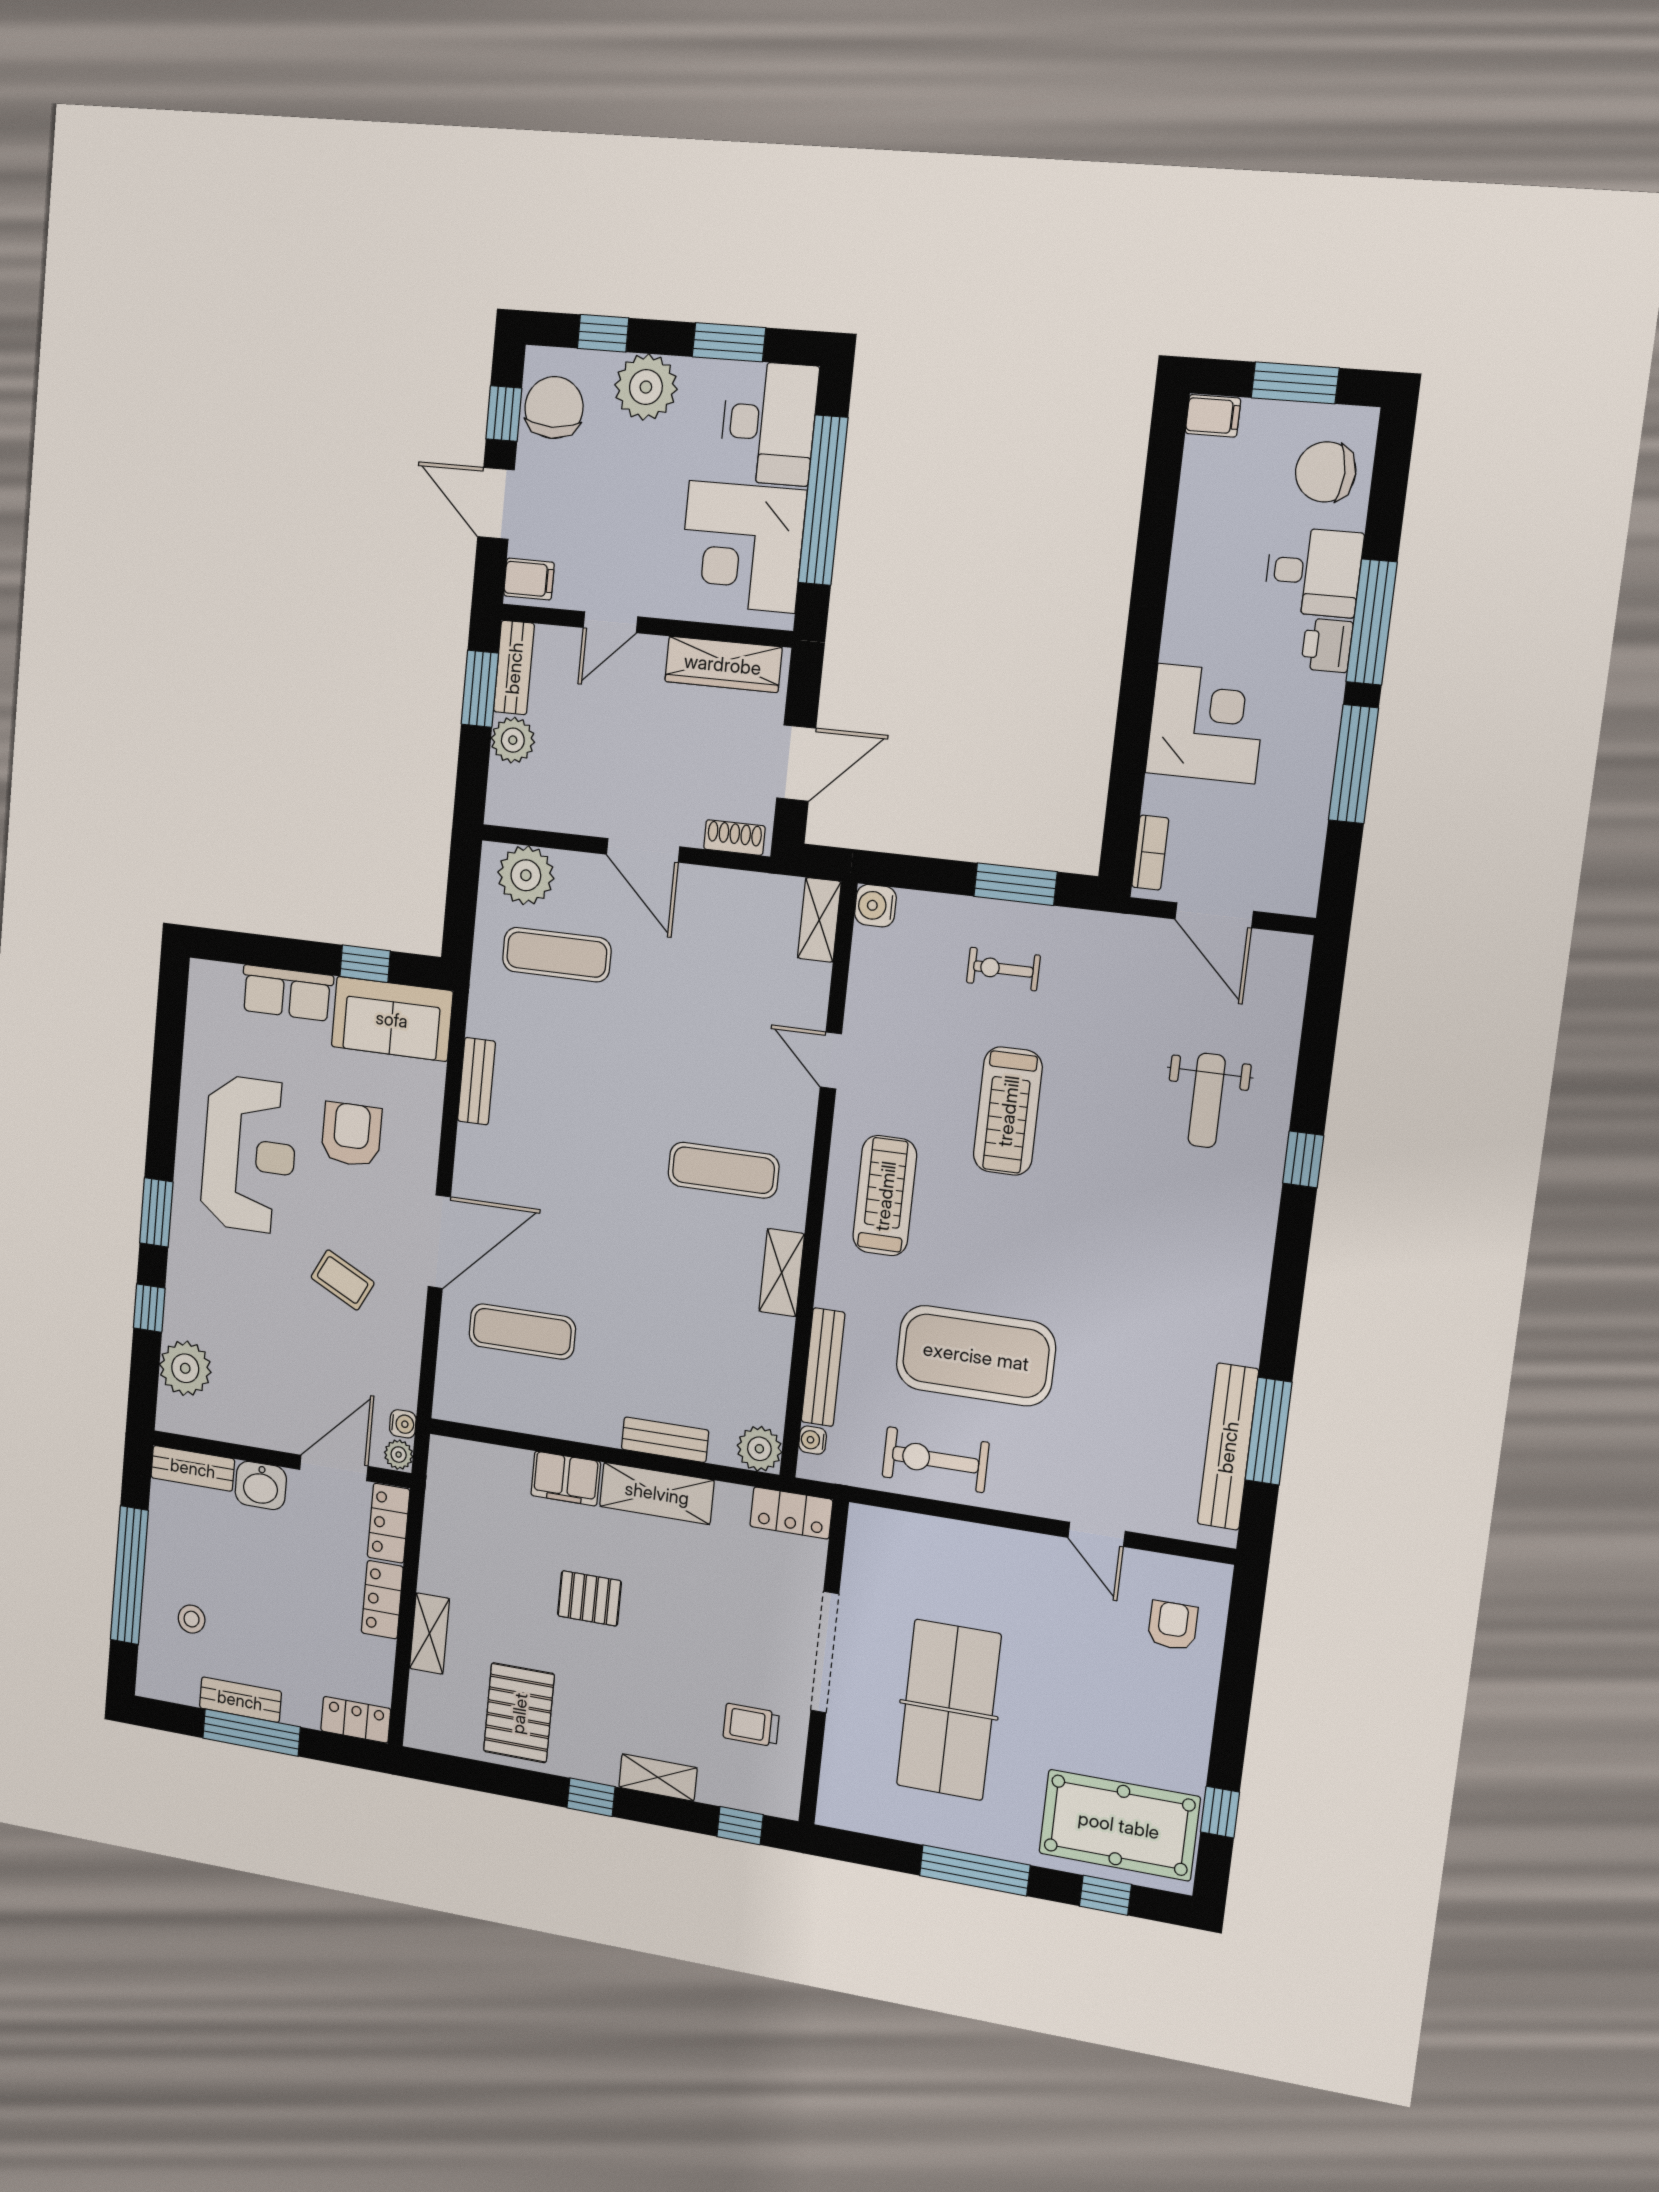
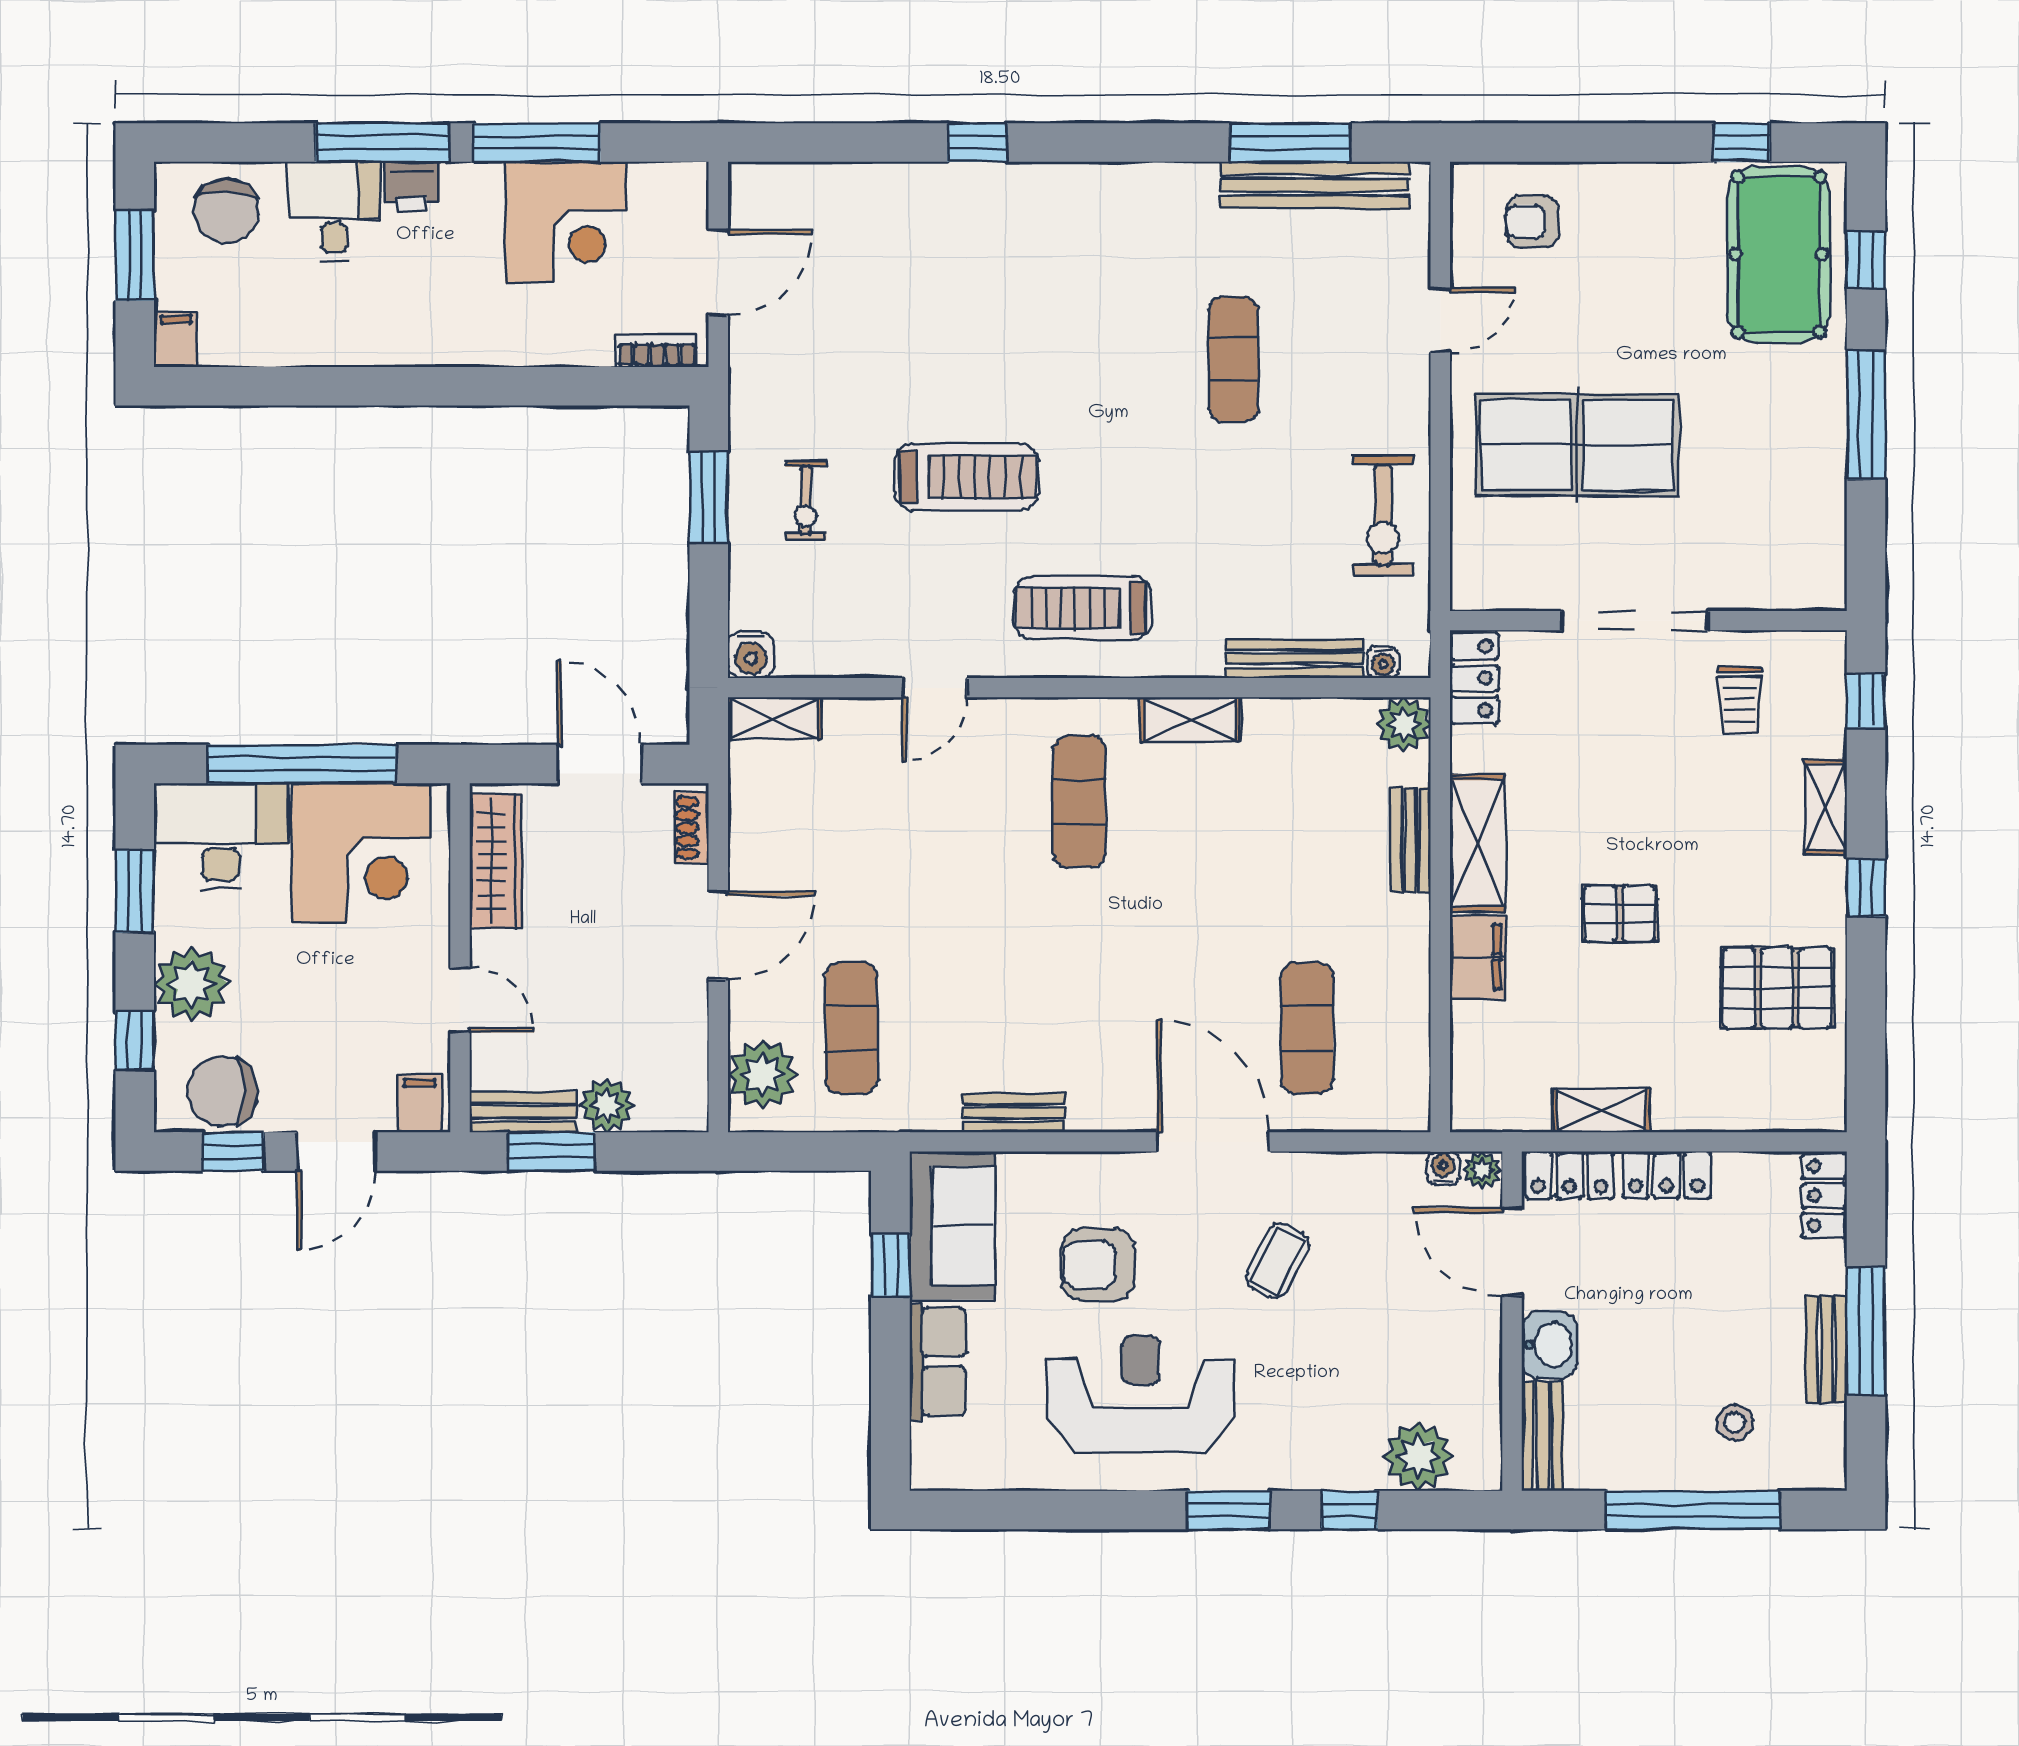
corner desk: (1206, 724) -> (566, 222), moved, turned 180
weight bench: (1207, 1100) -> (925, 256), removed
exercise mat: (976, 1356) -> (1234, 359), moved, width x0.50, depth x0.69
pallet: (589, 1598) -> (1620, 913), turned 90
shelving: (429, 1634) -> (1601, 1111), moved
table tennis table: (949, 1710) -> (1577, 445), moved

